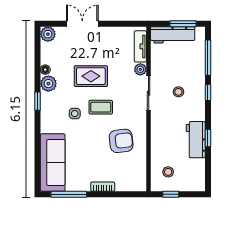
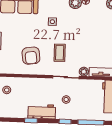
rug: (91, 76) -> (80, 35), removed
coffee table: (101, 107) -> (60, 53), moved
workbench: (196, 140) -> (42, 112), moved

